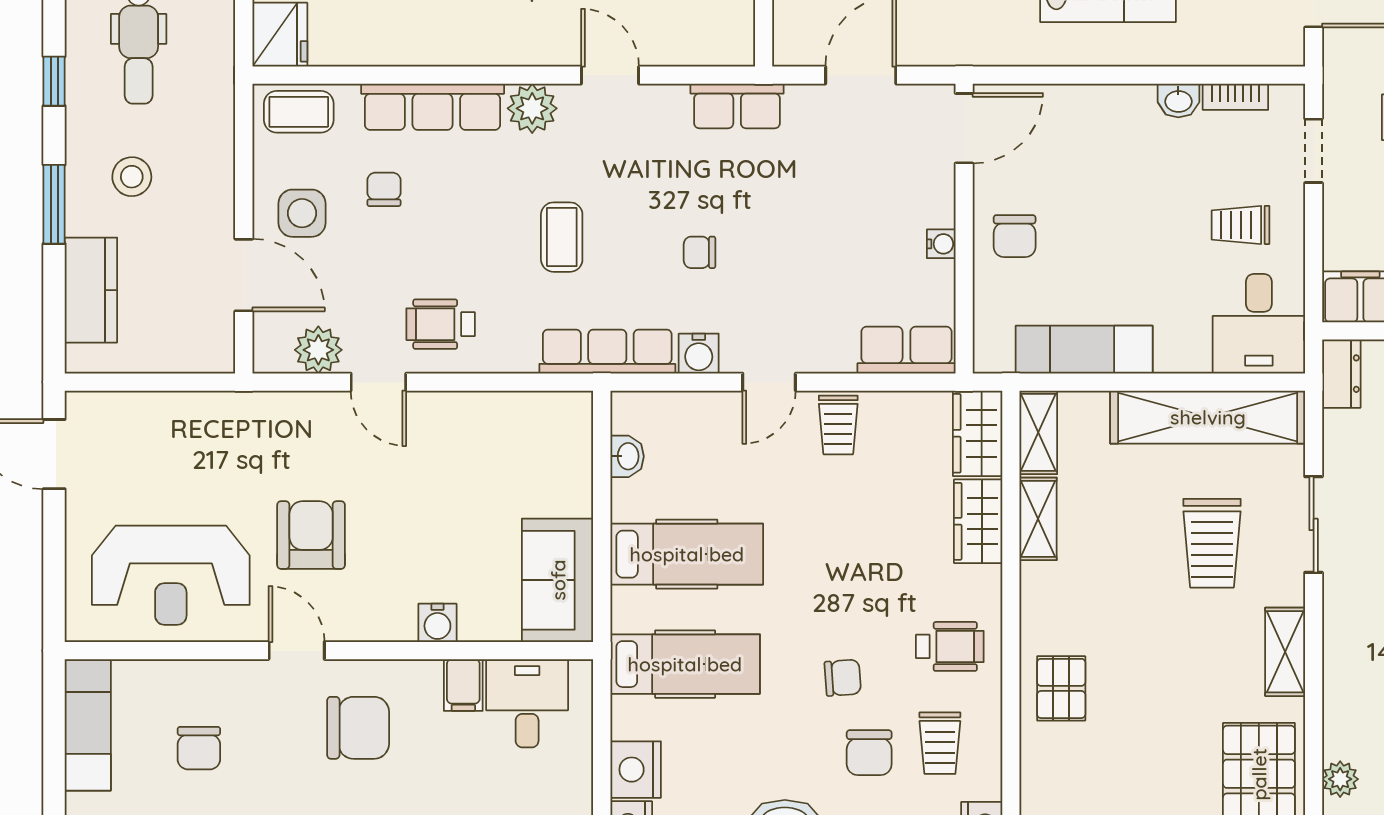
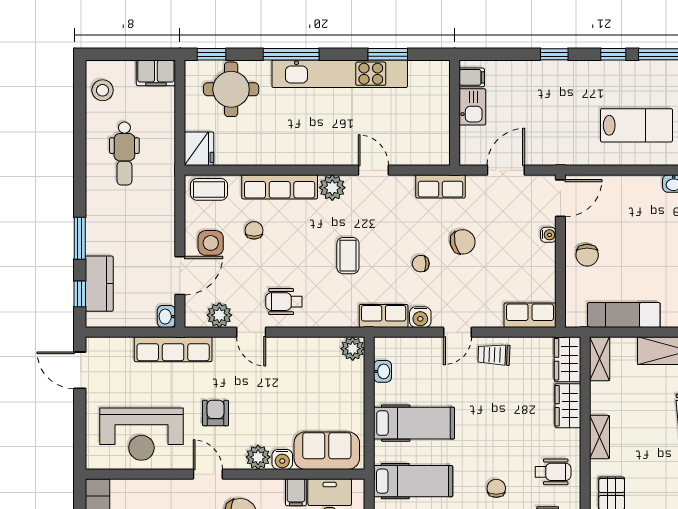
window: (54, 81) -> (80, 294), moved
stool: (132, 177) -> (121, 224), removed
chair: (779, 211) -> (463, 242), added
water cooler: (941, 244) -> (548, 235), moved
door: (244, 275) -> (180, 276), hinge flipped
washbasin: (218, 352) -> (166, 317), added
row of seats: (607, 352) -> (384, 316), width x0.68
plant: (571, 413) -> (353, 349), added
row of seats: (231, 414) -> (173, 349), added
trolley: (838, 425) -> (494, 355), turned 92
shelving: (1038, 519) -> (600, 437), moved
armchair: (311, 535) -> (216, 413), width x0.72, depth x0.72
sofa: (558, 580) -> (327, 451), moved, turned 90
plant: (392, 619) -> (258, 457), added
chair: (843, 678) -> (496, 488), turned -86

